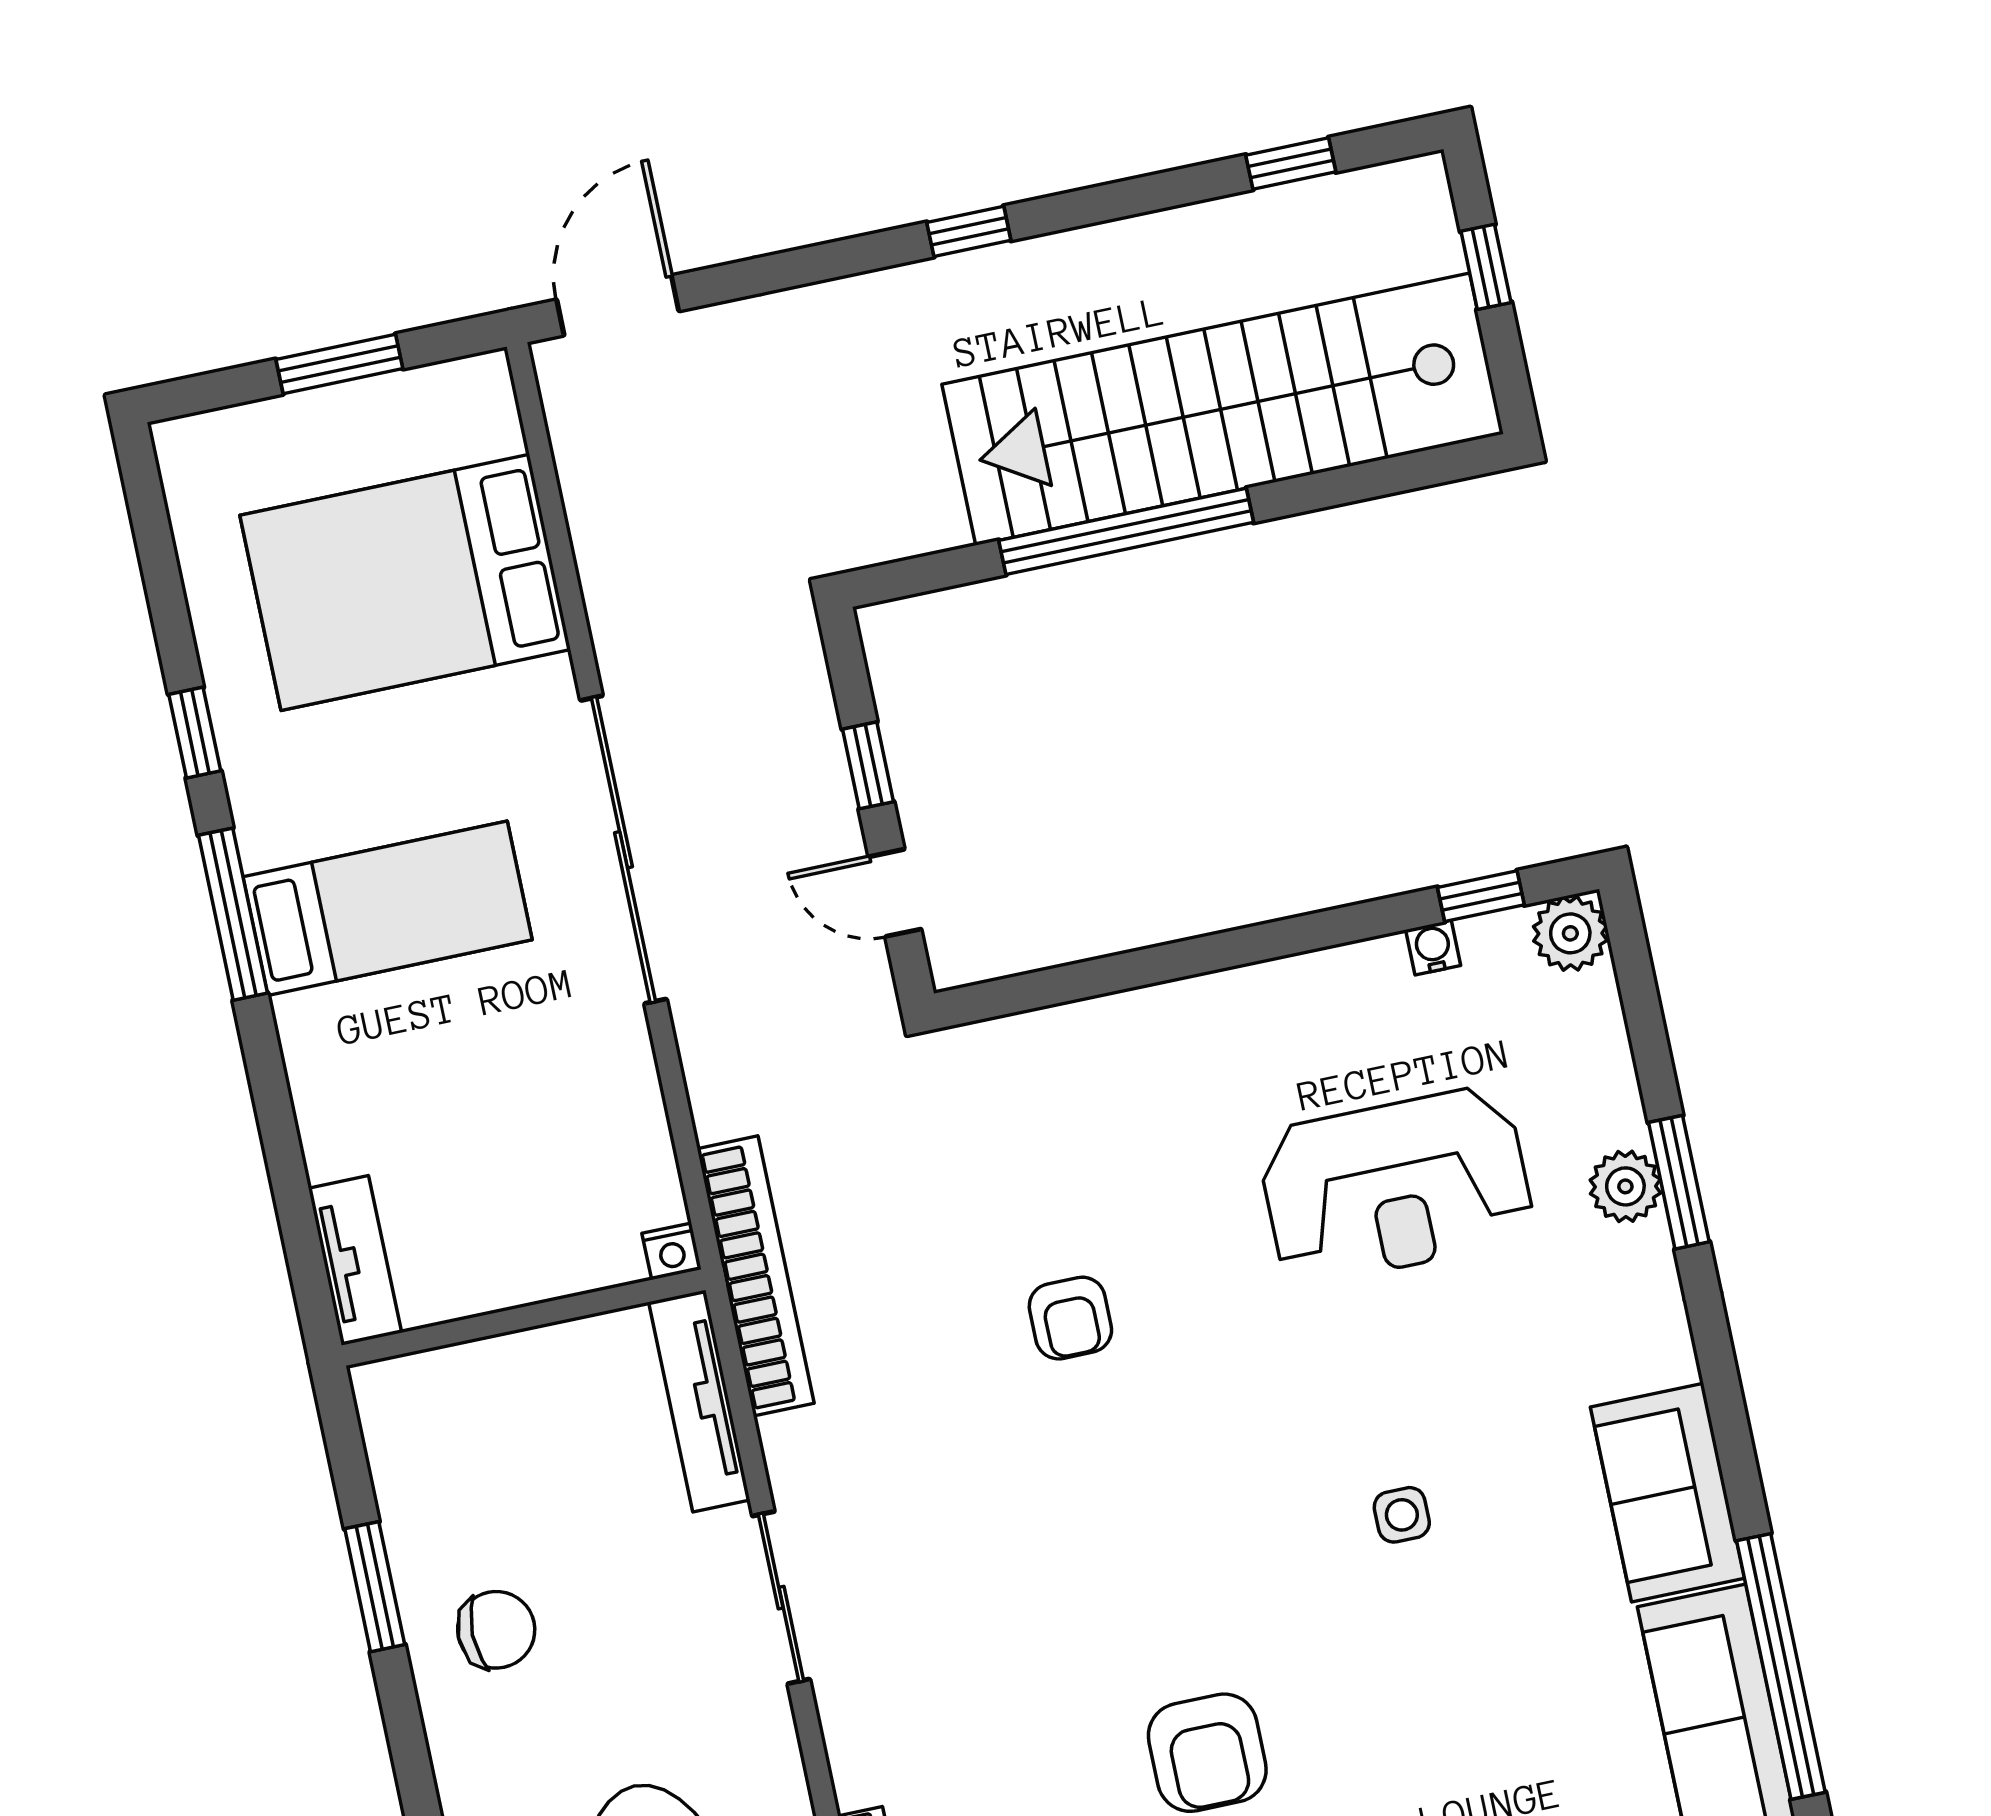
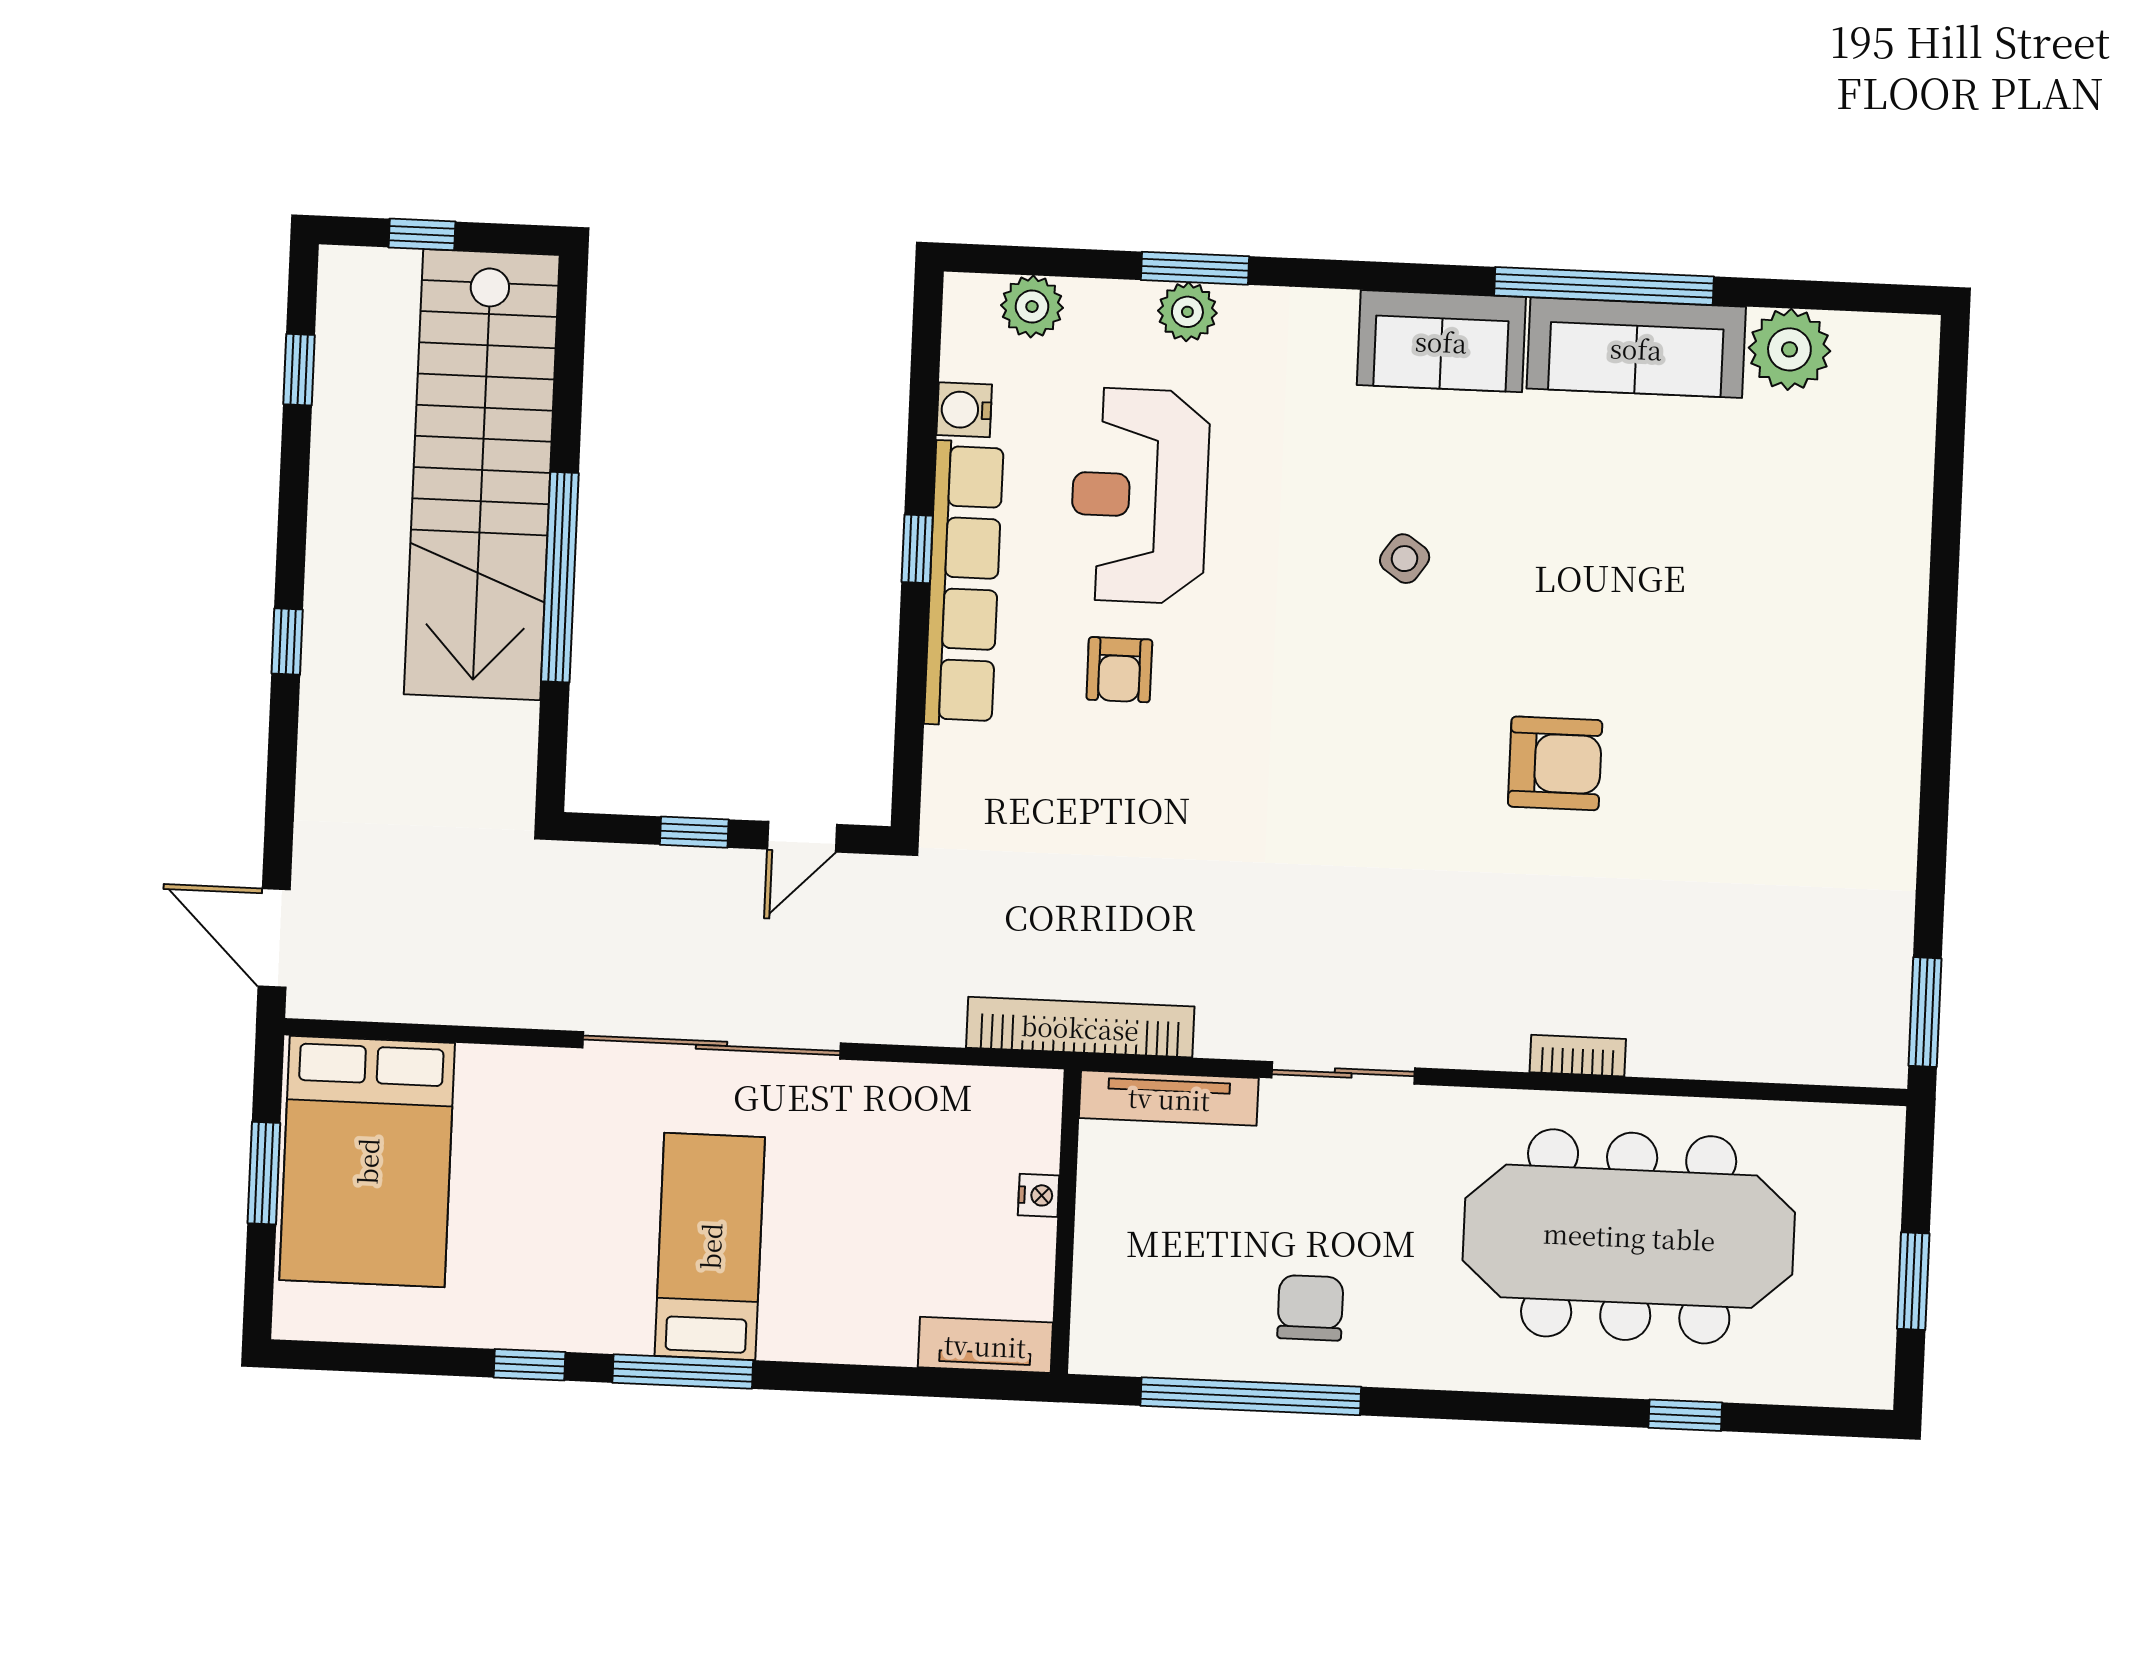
bed: (405, 582) -> (367, 1161), moved
window: (1481, 896) -> (917, 549), moved
plant: (1570, 933) -> (1032, 307), moved
water cooler: (1433, 948) -> (964, 410), width x1.38, depth x1.38
row of seats: (1240, 1006) -> (964, 583), added
reception desk: (1396, 1186) -> (1140, 496), turned 180
nightstand: (672, 1251) -> (1039, 1195), moved
armchair: (1070, 1318) -> (1119, 670), moved, turned 90
side table: (1402, 1515) -> (1405, 559), turned 35
window: (375, 1587) -> (1251, 1396), width x2.11

